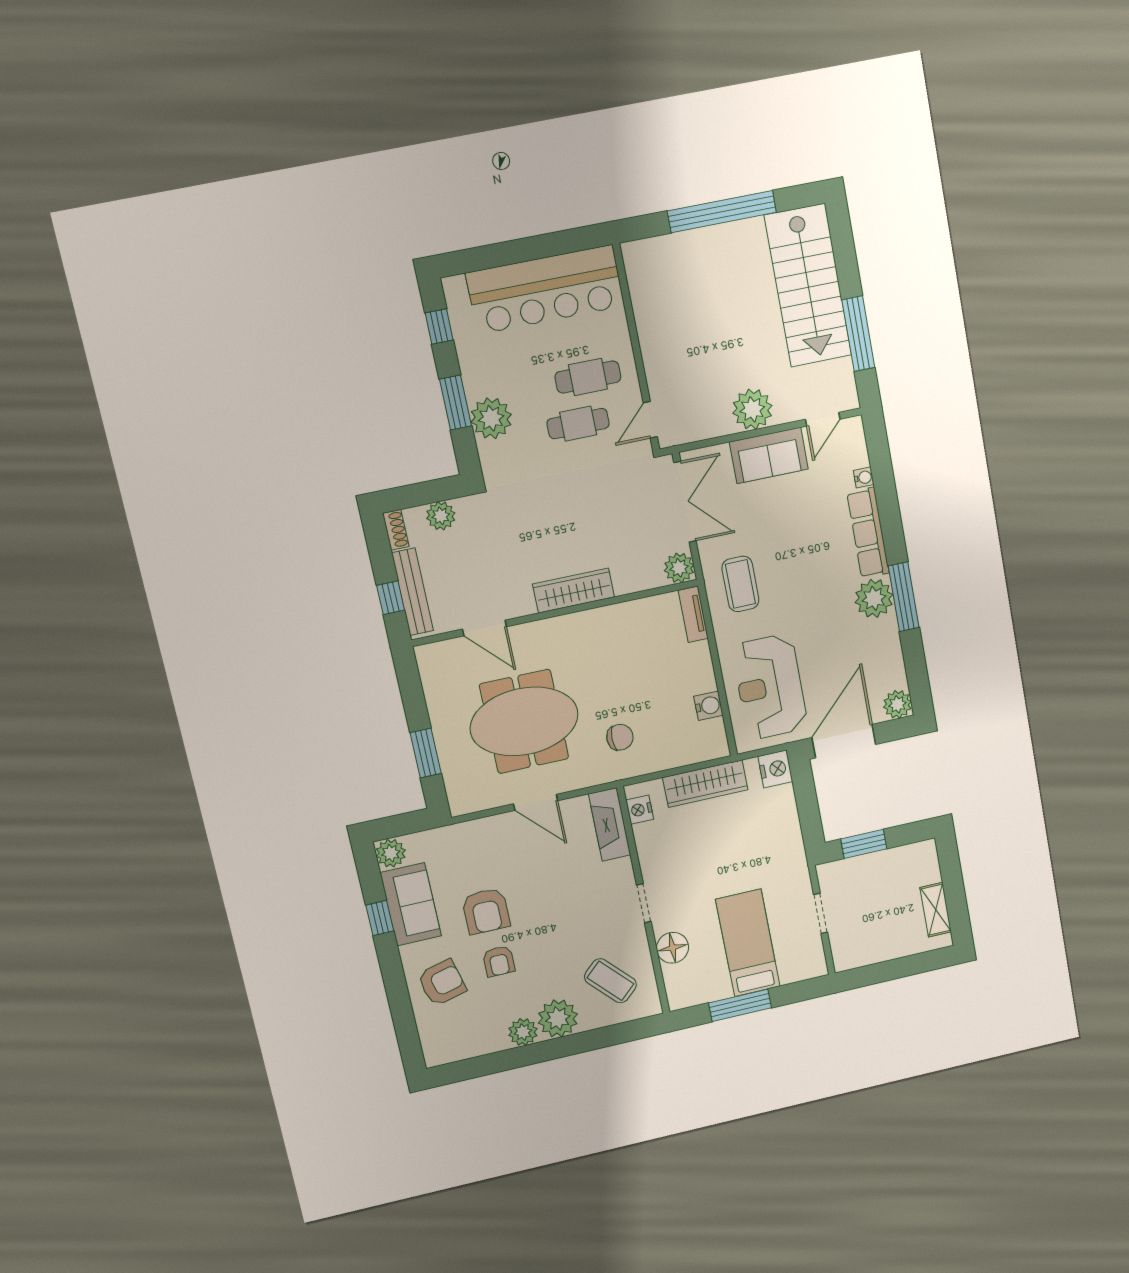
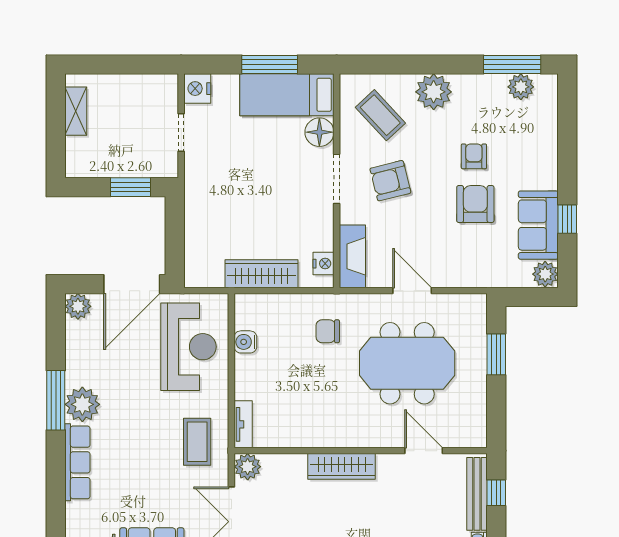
water cooler: (864, 477) -> (73, 511), removed
nightstand: (775, 769) -> (197, 89), moved
doorway: (644, 903) -> (337, 179), width x1.38
bed: (748, 943) -> (287, 95), moved, turned 90
armchair: (442, 983) -> (390, 181), moved
plant: (523, 1032) -> (521, 87), moved
window: (479, 1067) -> (512, 64), added

